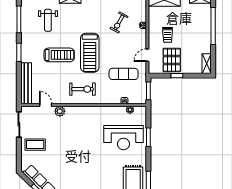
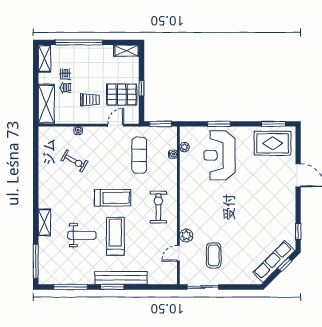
weight bench: (48, 20) -> (82, 235), moved
treadmill: (90, 53) -> (113, 198), width x0.73, depth x0.73
door: (147, 55) -> (116, 125), swing flipped
bench: (26, 83) -> (121, 278), moved
reception desk: (123, 138) -> (219, 155), turned 180
coffee table: (35, 145) -> (214, 255), moved

